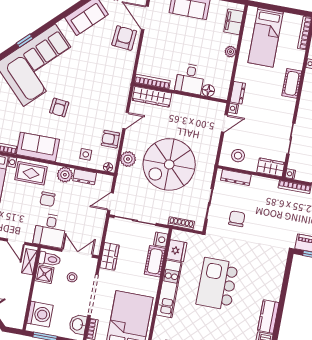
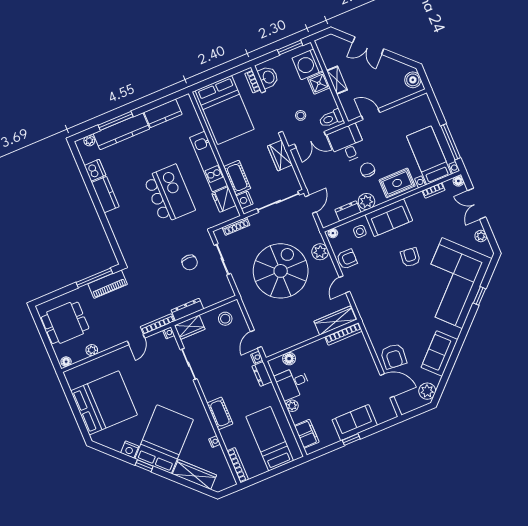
desk: (190, 79) -> (292, 383), moved, turned -90
sofa: (38, 147) -> (389, 218), moved
dresser: (236, 177) -> (187, 310), moved
shelving: (29, 262) -> (337, 80), moved
shower: (44, 274) -> (319, 83), moved

